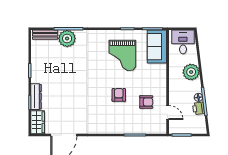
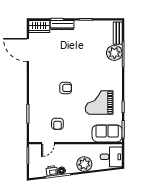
armchair: (119, 95) -> (66, 88), moved

